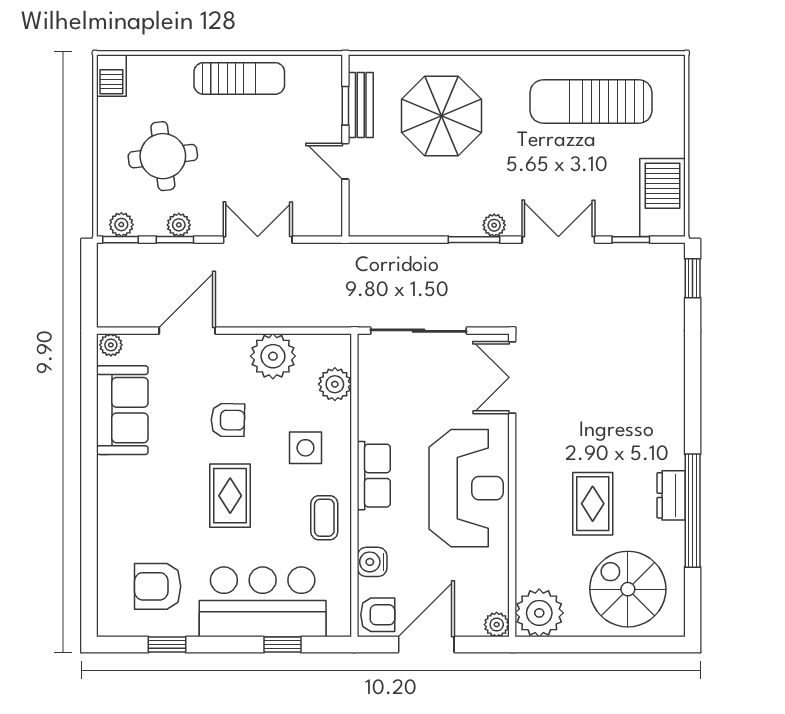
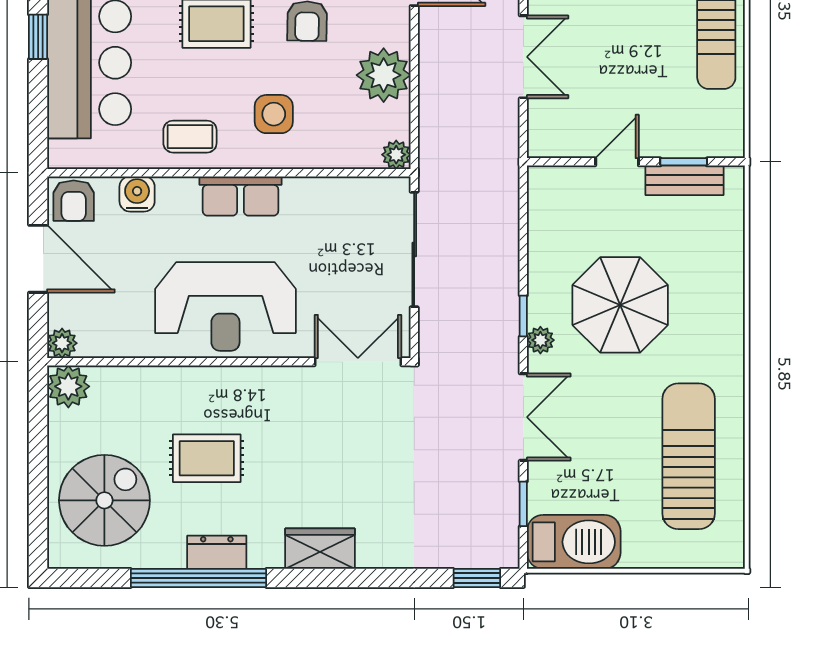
parasol: (441, 116) -> (620, 305), moved
window: (474, 240) -> (523, 316), width x0.67
plant: (335, 384) -> (396, 155), moved, width x0.73, depth x0.73
wardrobe: (668, 409) -> (320, 549), added
plant: (539, 613) -> (68, 386), width x0.73, depth x0.73
window: (282, 645) -> (38, 37), moved

